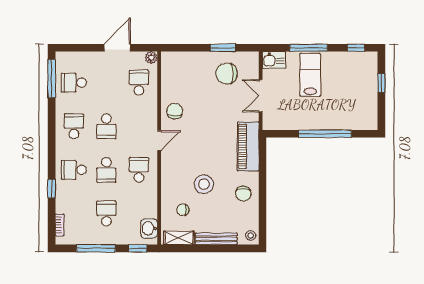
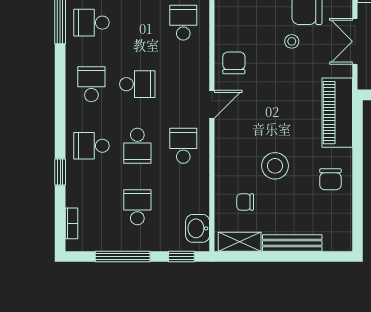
school desk: (106, 126) -> (137, 84), turned -90
stool: (251, 235) -> (292, 41), moved

